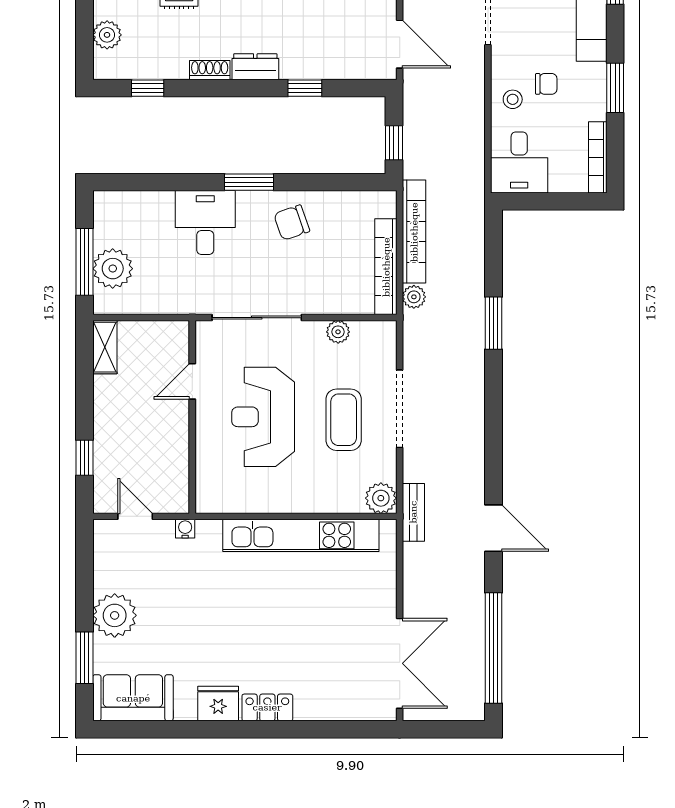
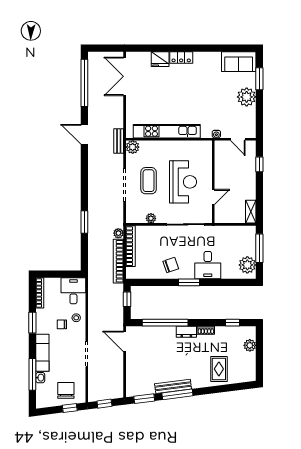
window: (305, 88) -> (165, 323), width x3.17
plant: (113, 269) -> (247, 265), moved
fridge: (218, 704) -> (160, 59), moved

